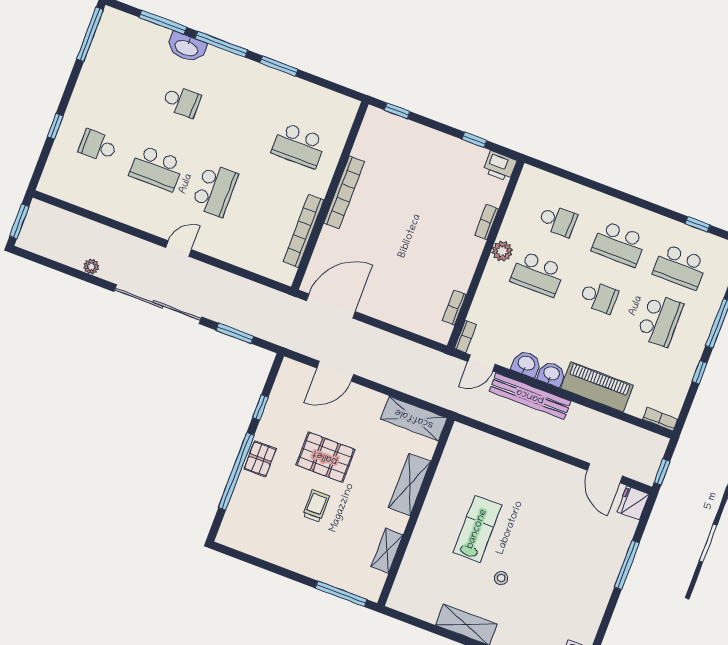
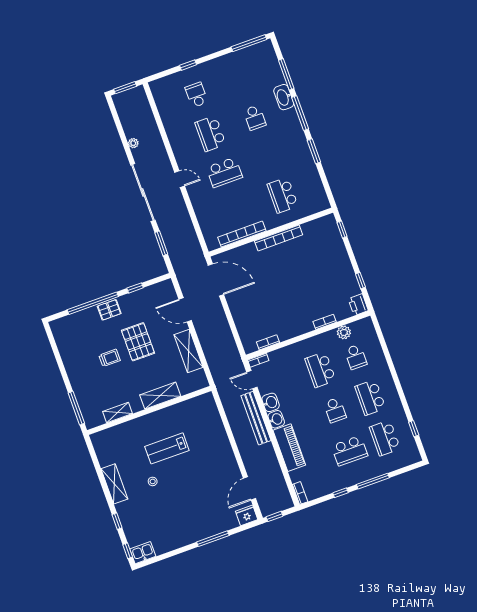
plant: (502, 251) -> (344, 332), moved
shelving: (414, 418) -> (188, 351), moved
lab bench: (477, 529) -> (167, 448), turned 180

